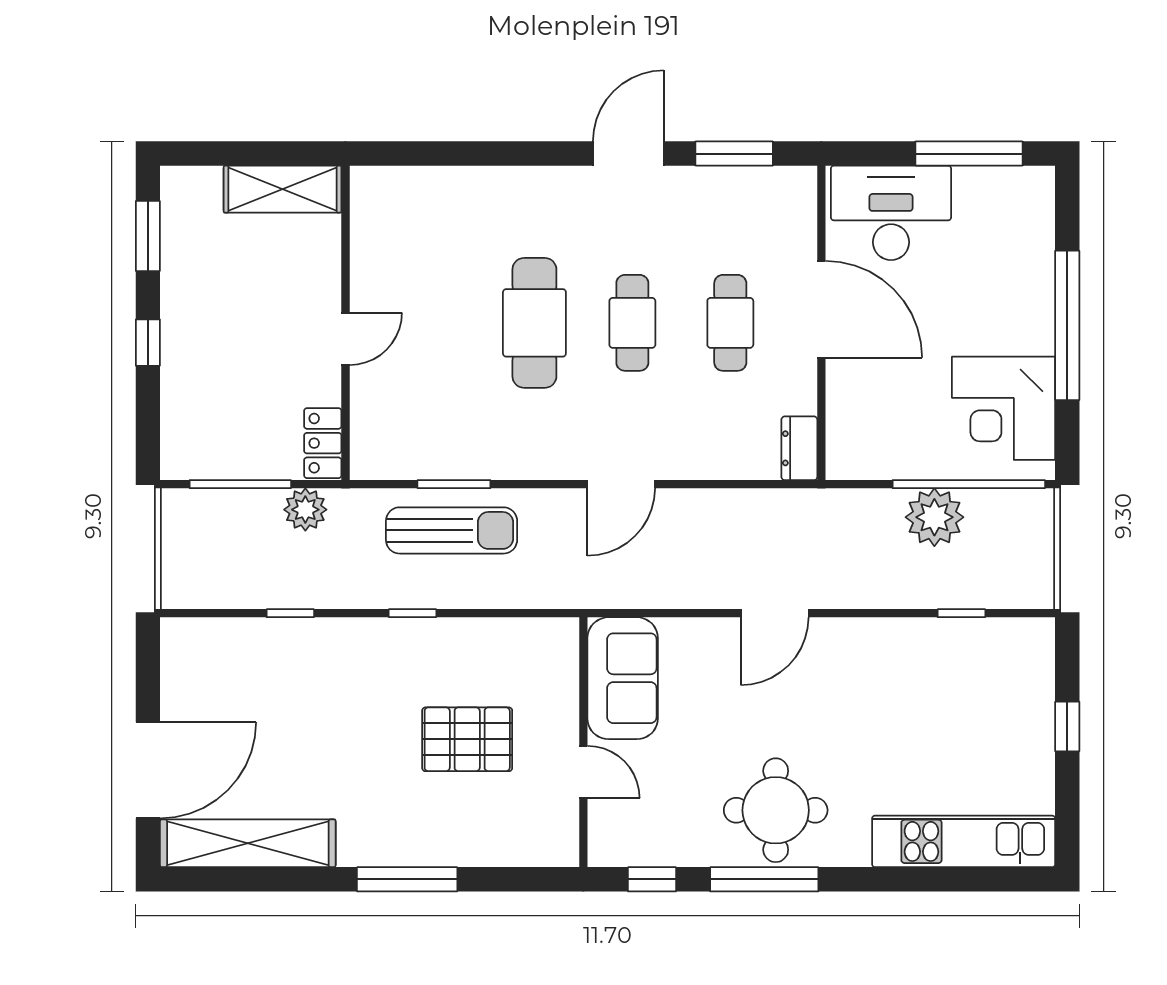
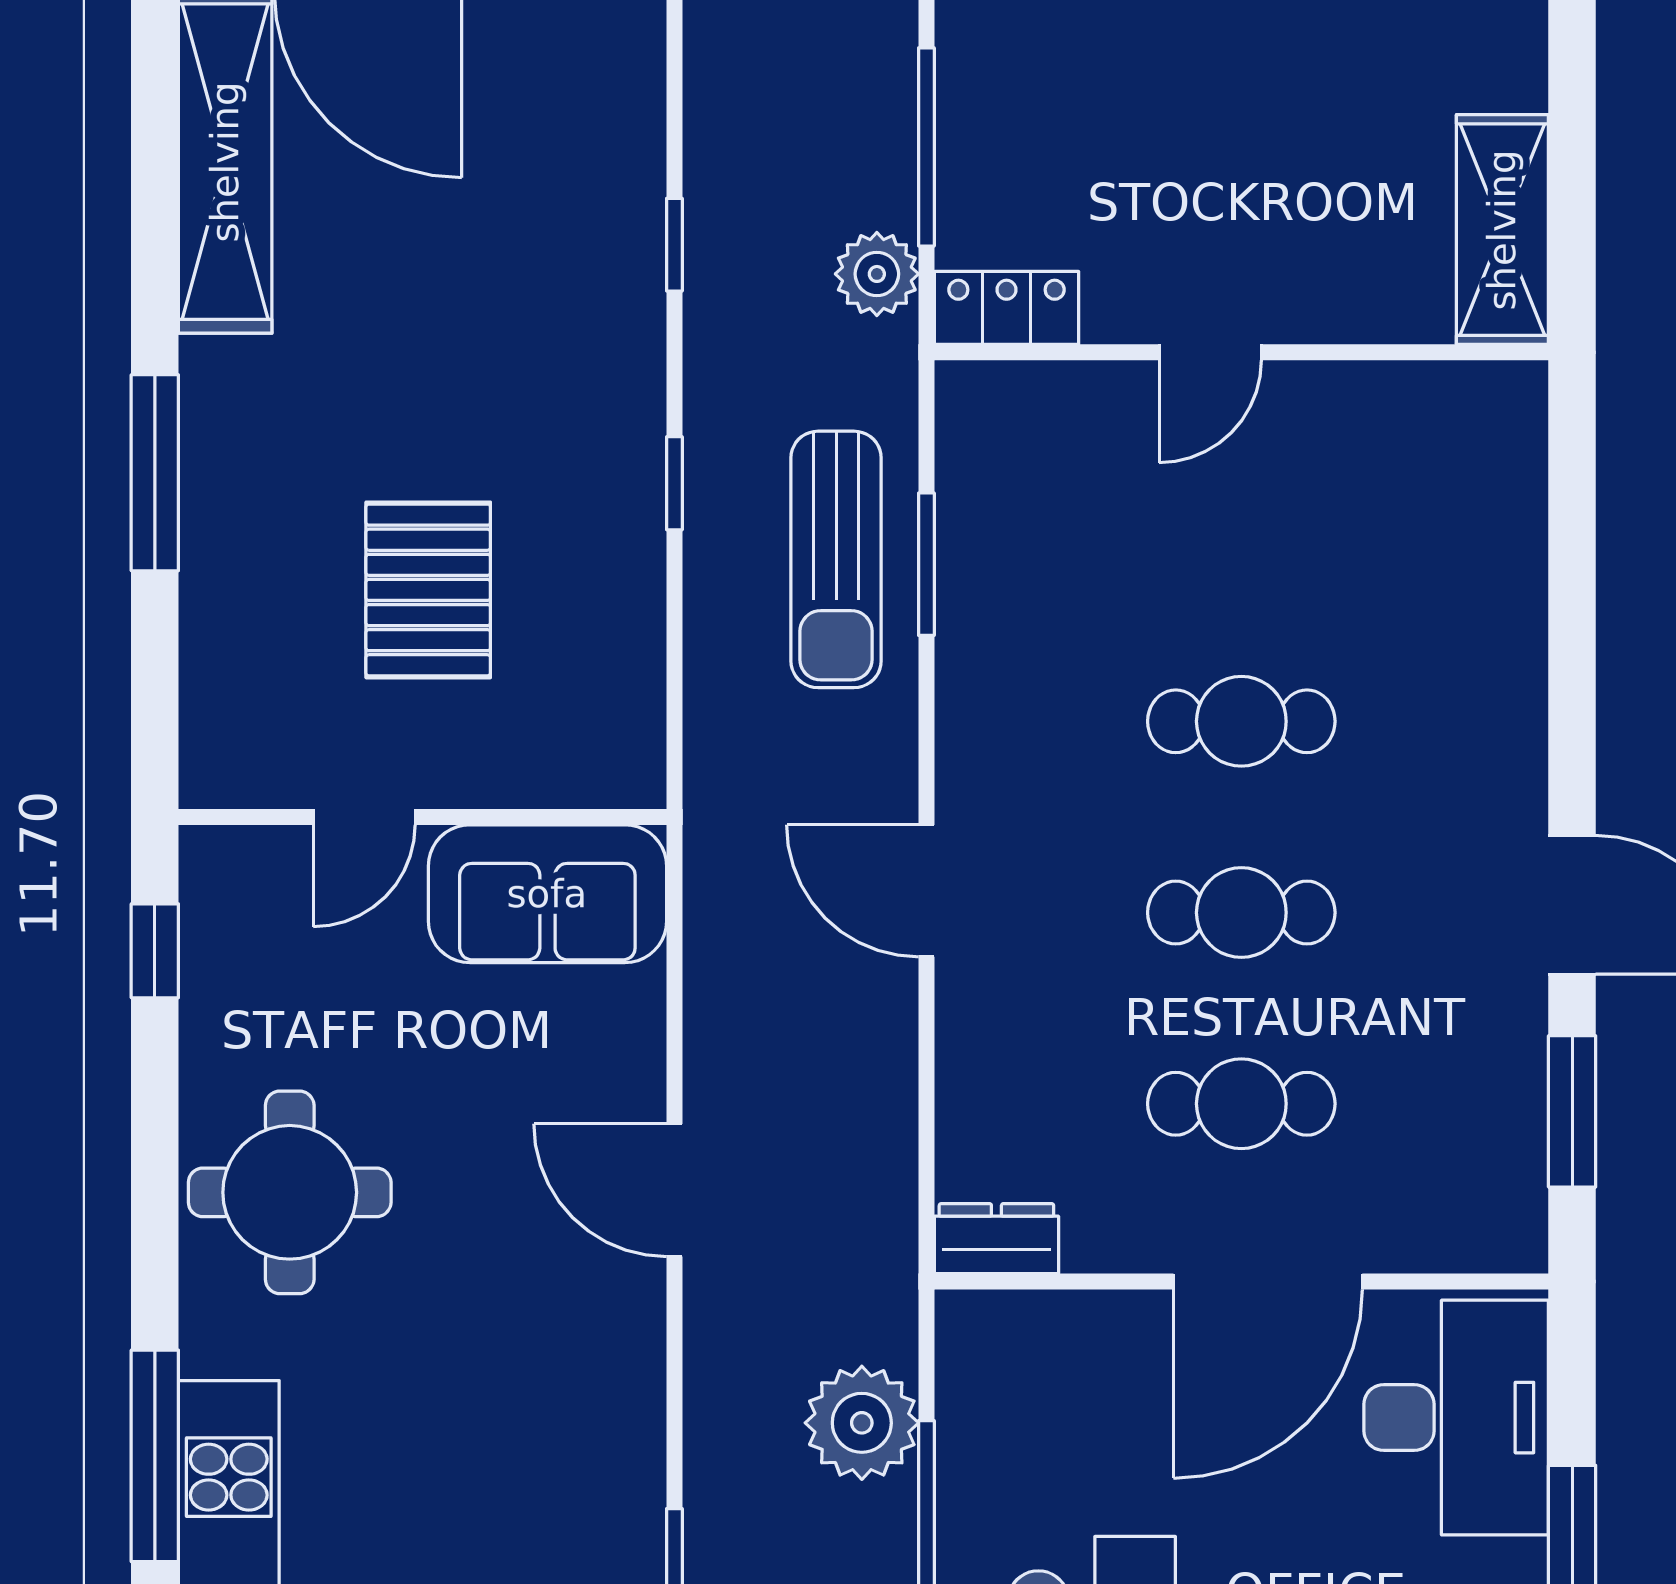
cafe table: (534, 323) -> (1241, 721), width x0.73, depth x0.74
door: (345, 339) -> (1210, 352), hinge flipped
plant: (934, 517) -> (862, 1423), moved
window: (764, 879) -> (155, 1456), moved

